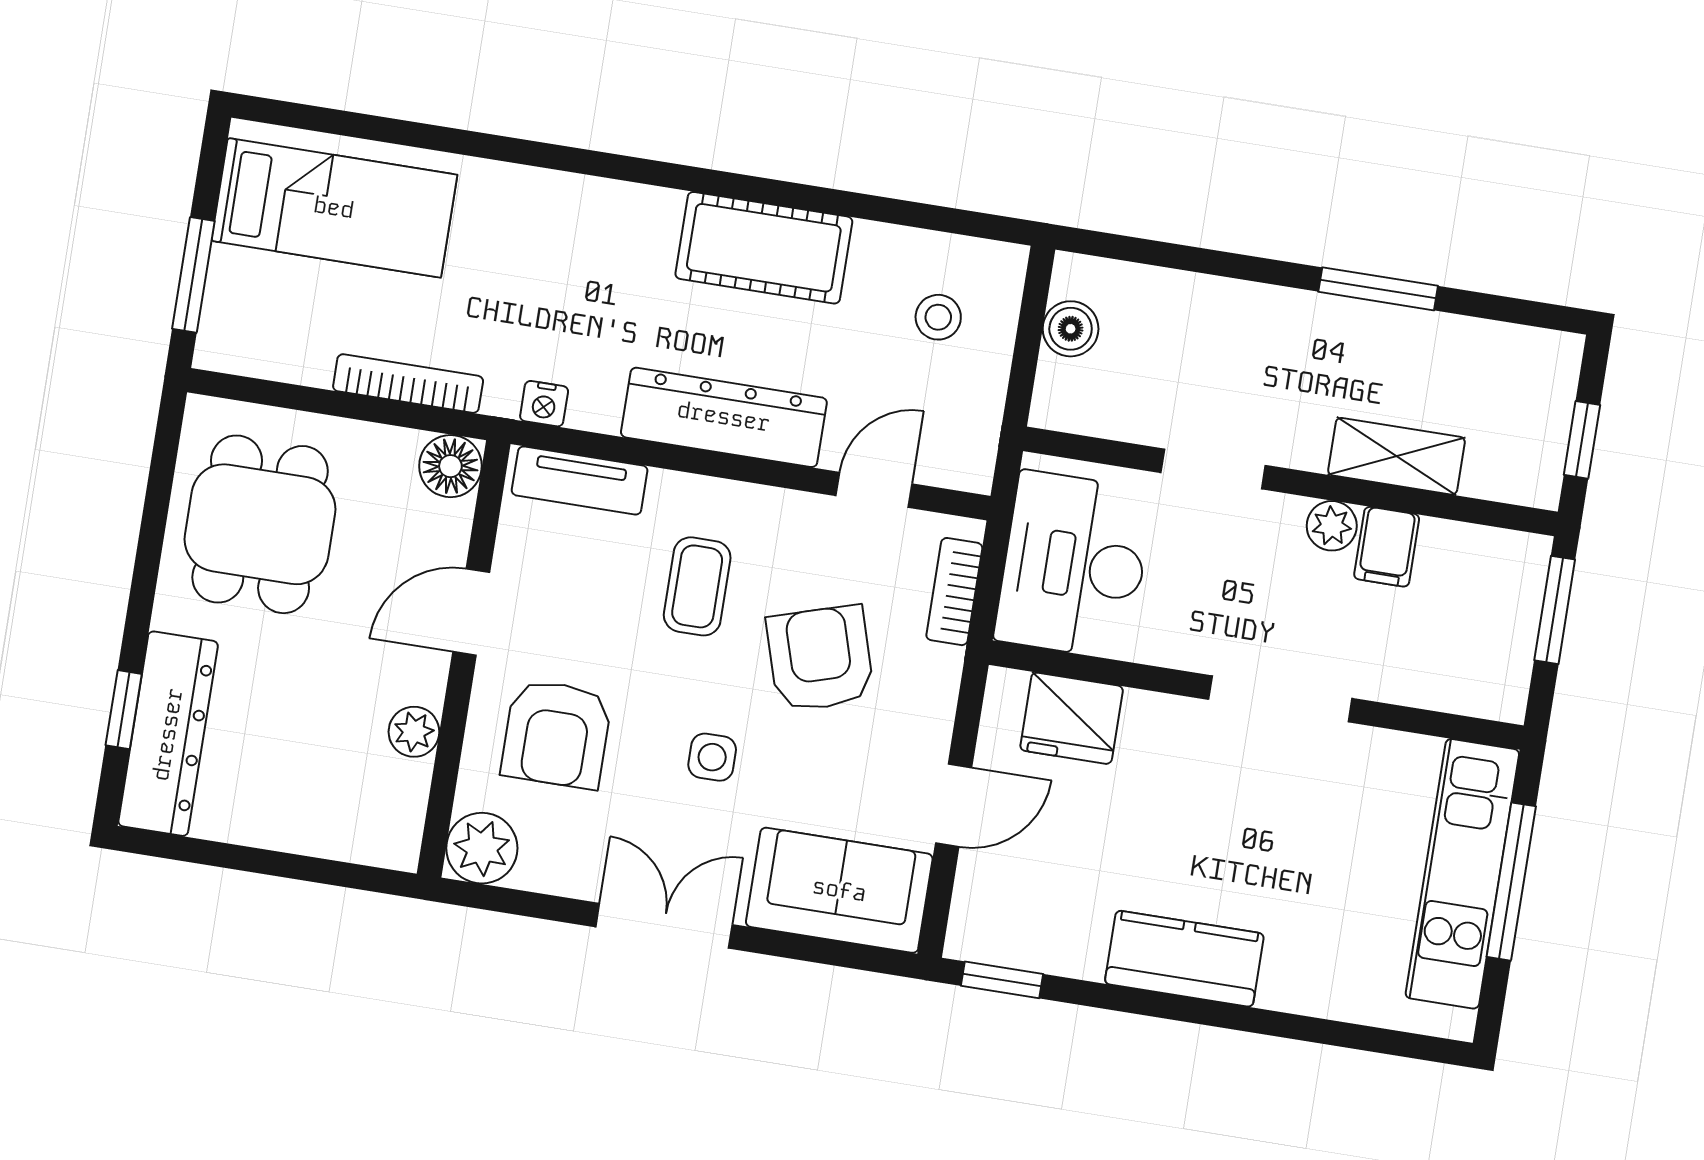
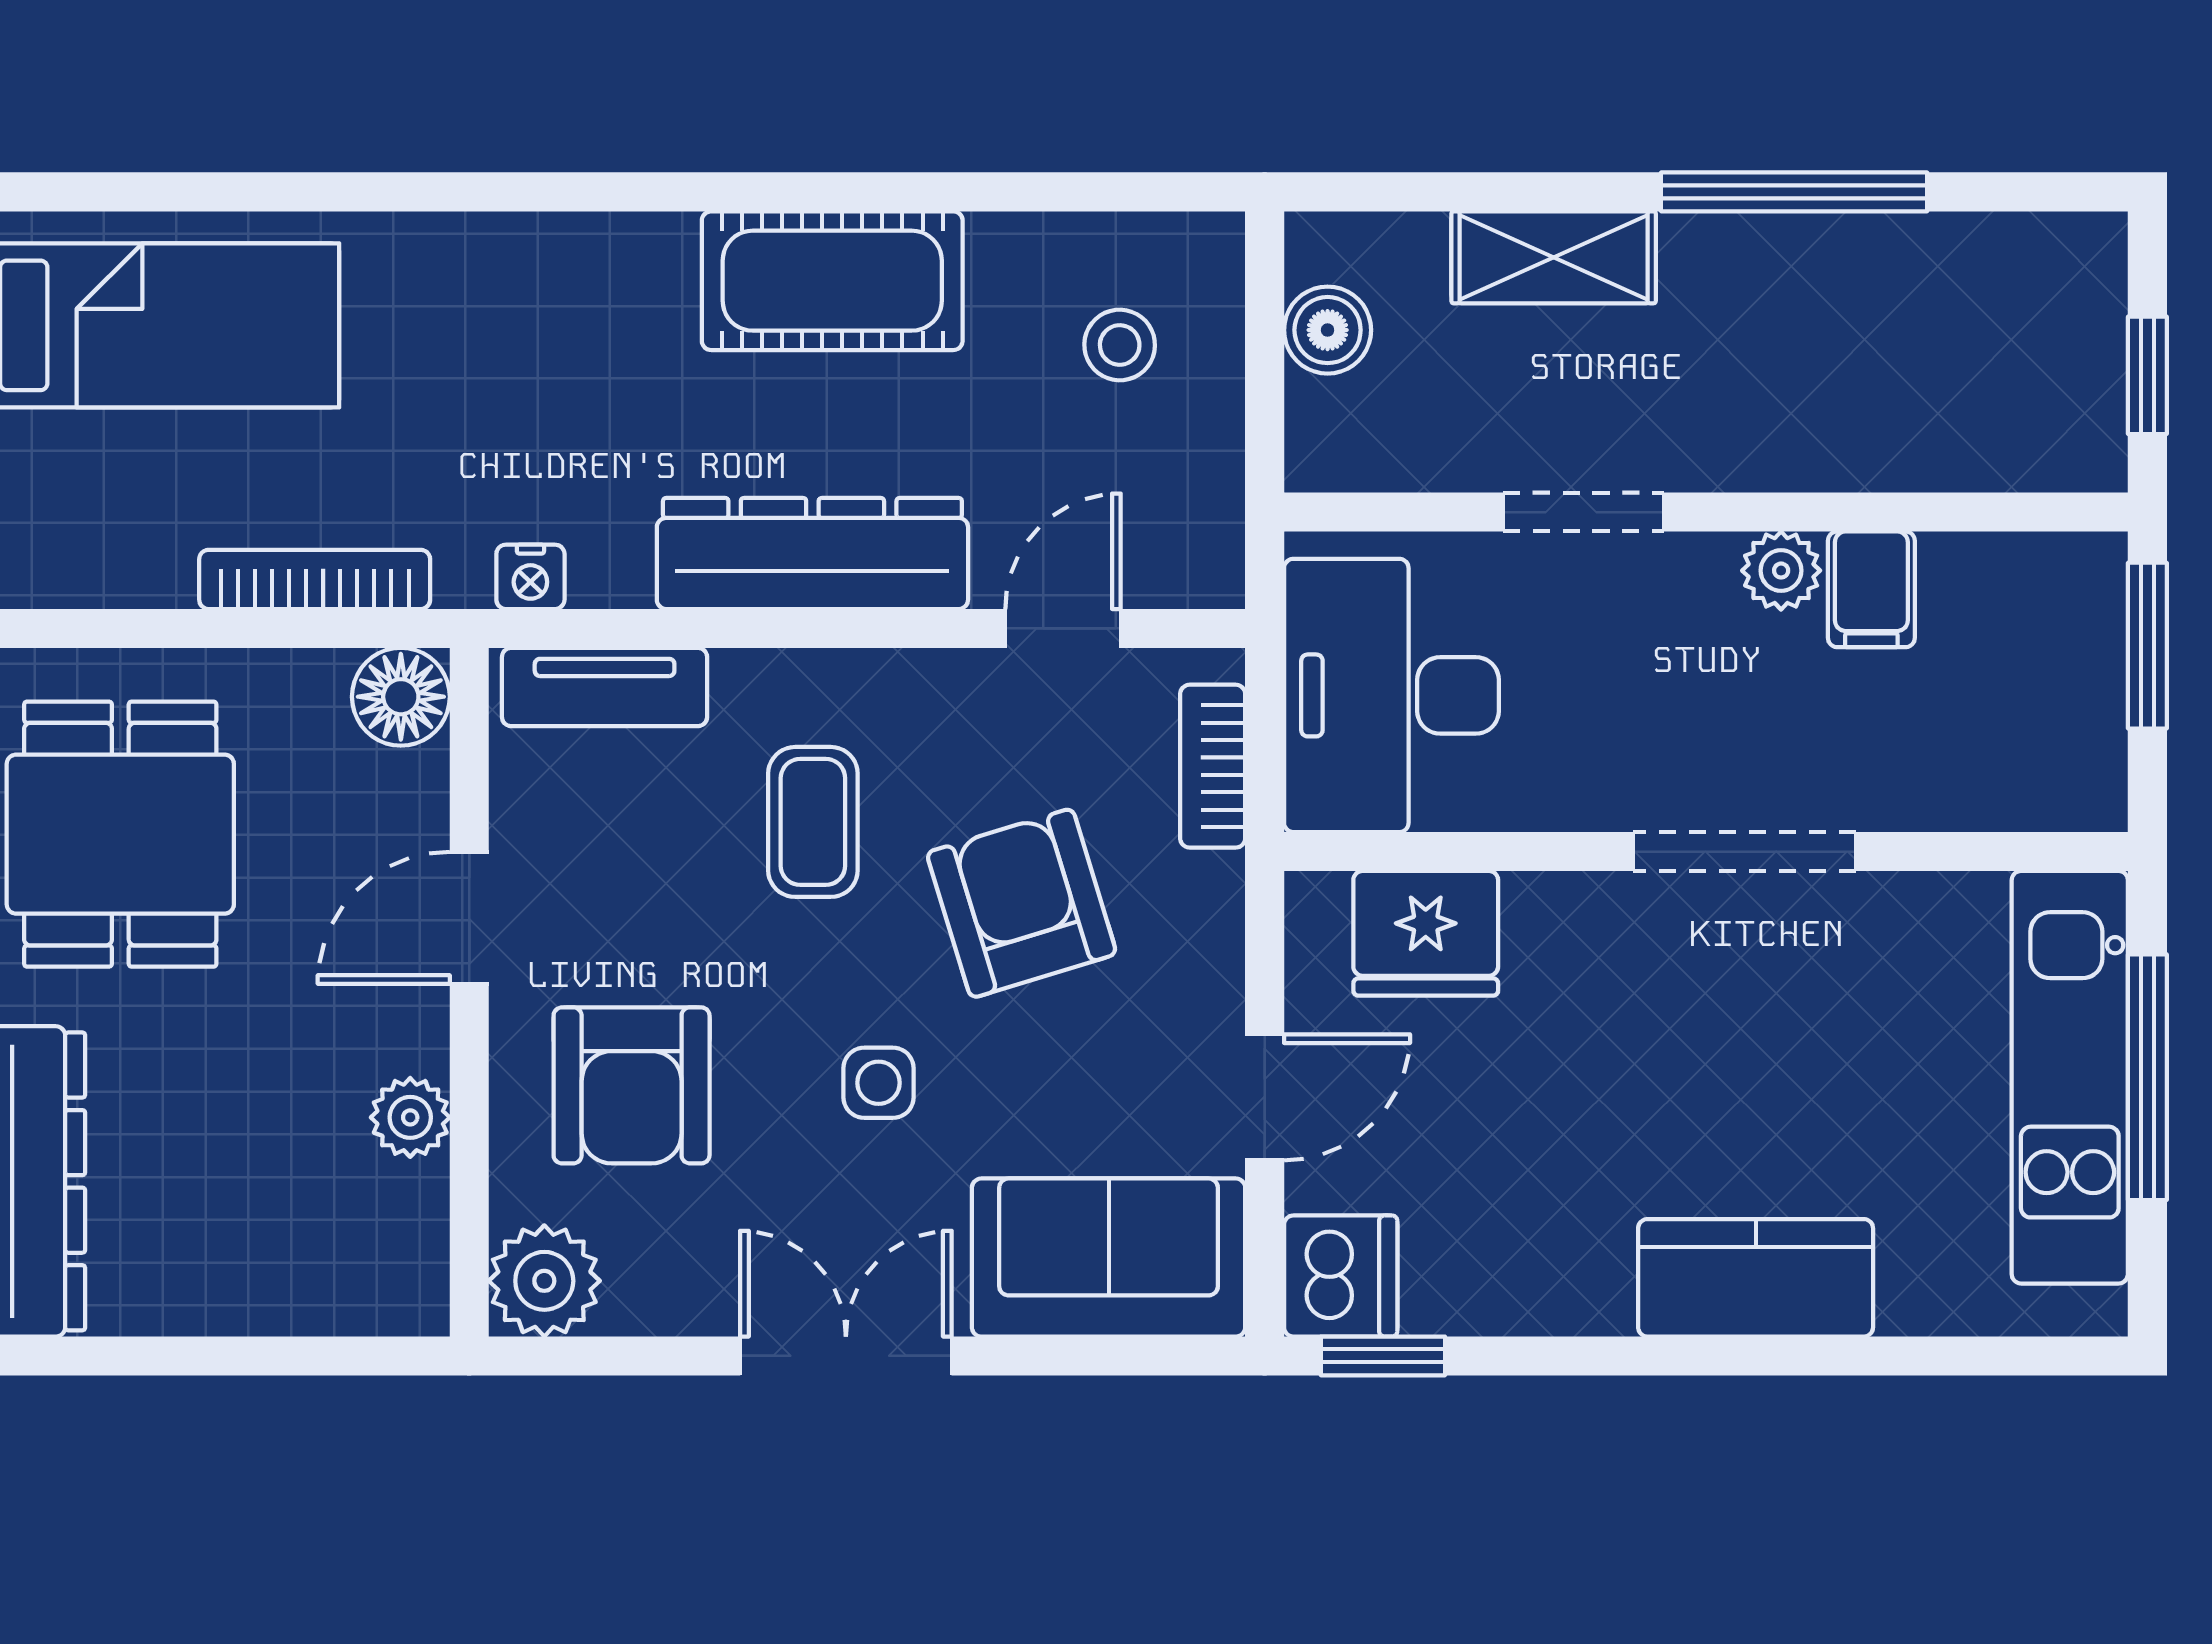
window: (1378, 289) -> (1794, 192), width x1.44
shelving: (1396, 456) -> (1554, 257), moved
dishwasher: (983, 925) -> (1341, 1276), added
kitchen counter: (1184, 959) -> (1756, 1278), moved

